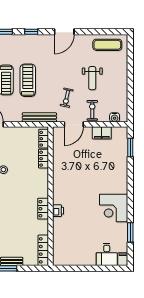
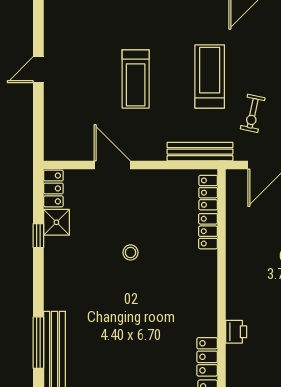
treadmill: (28, 80) -> (210, 76), moved
locker: (43, 209) -> (207, 357), moved

